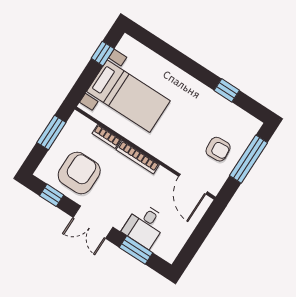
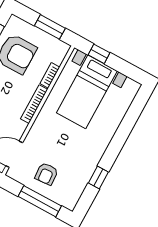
window: (103, 54) -> (99, 54), moved

